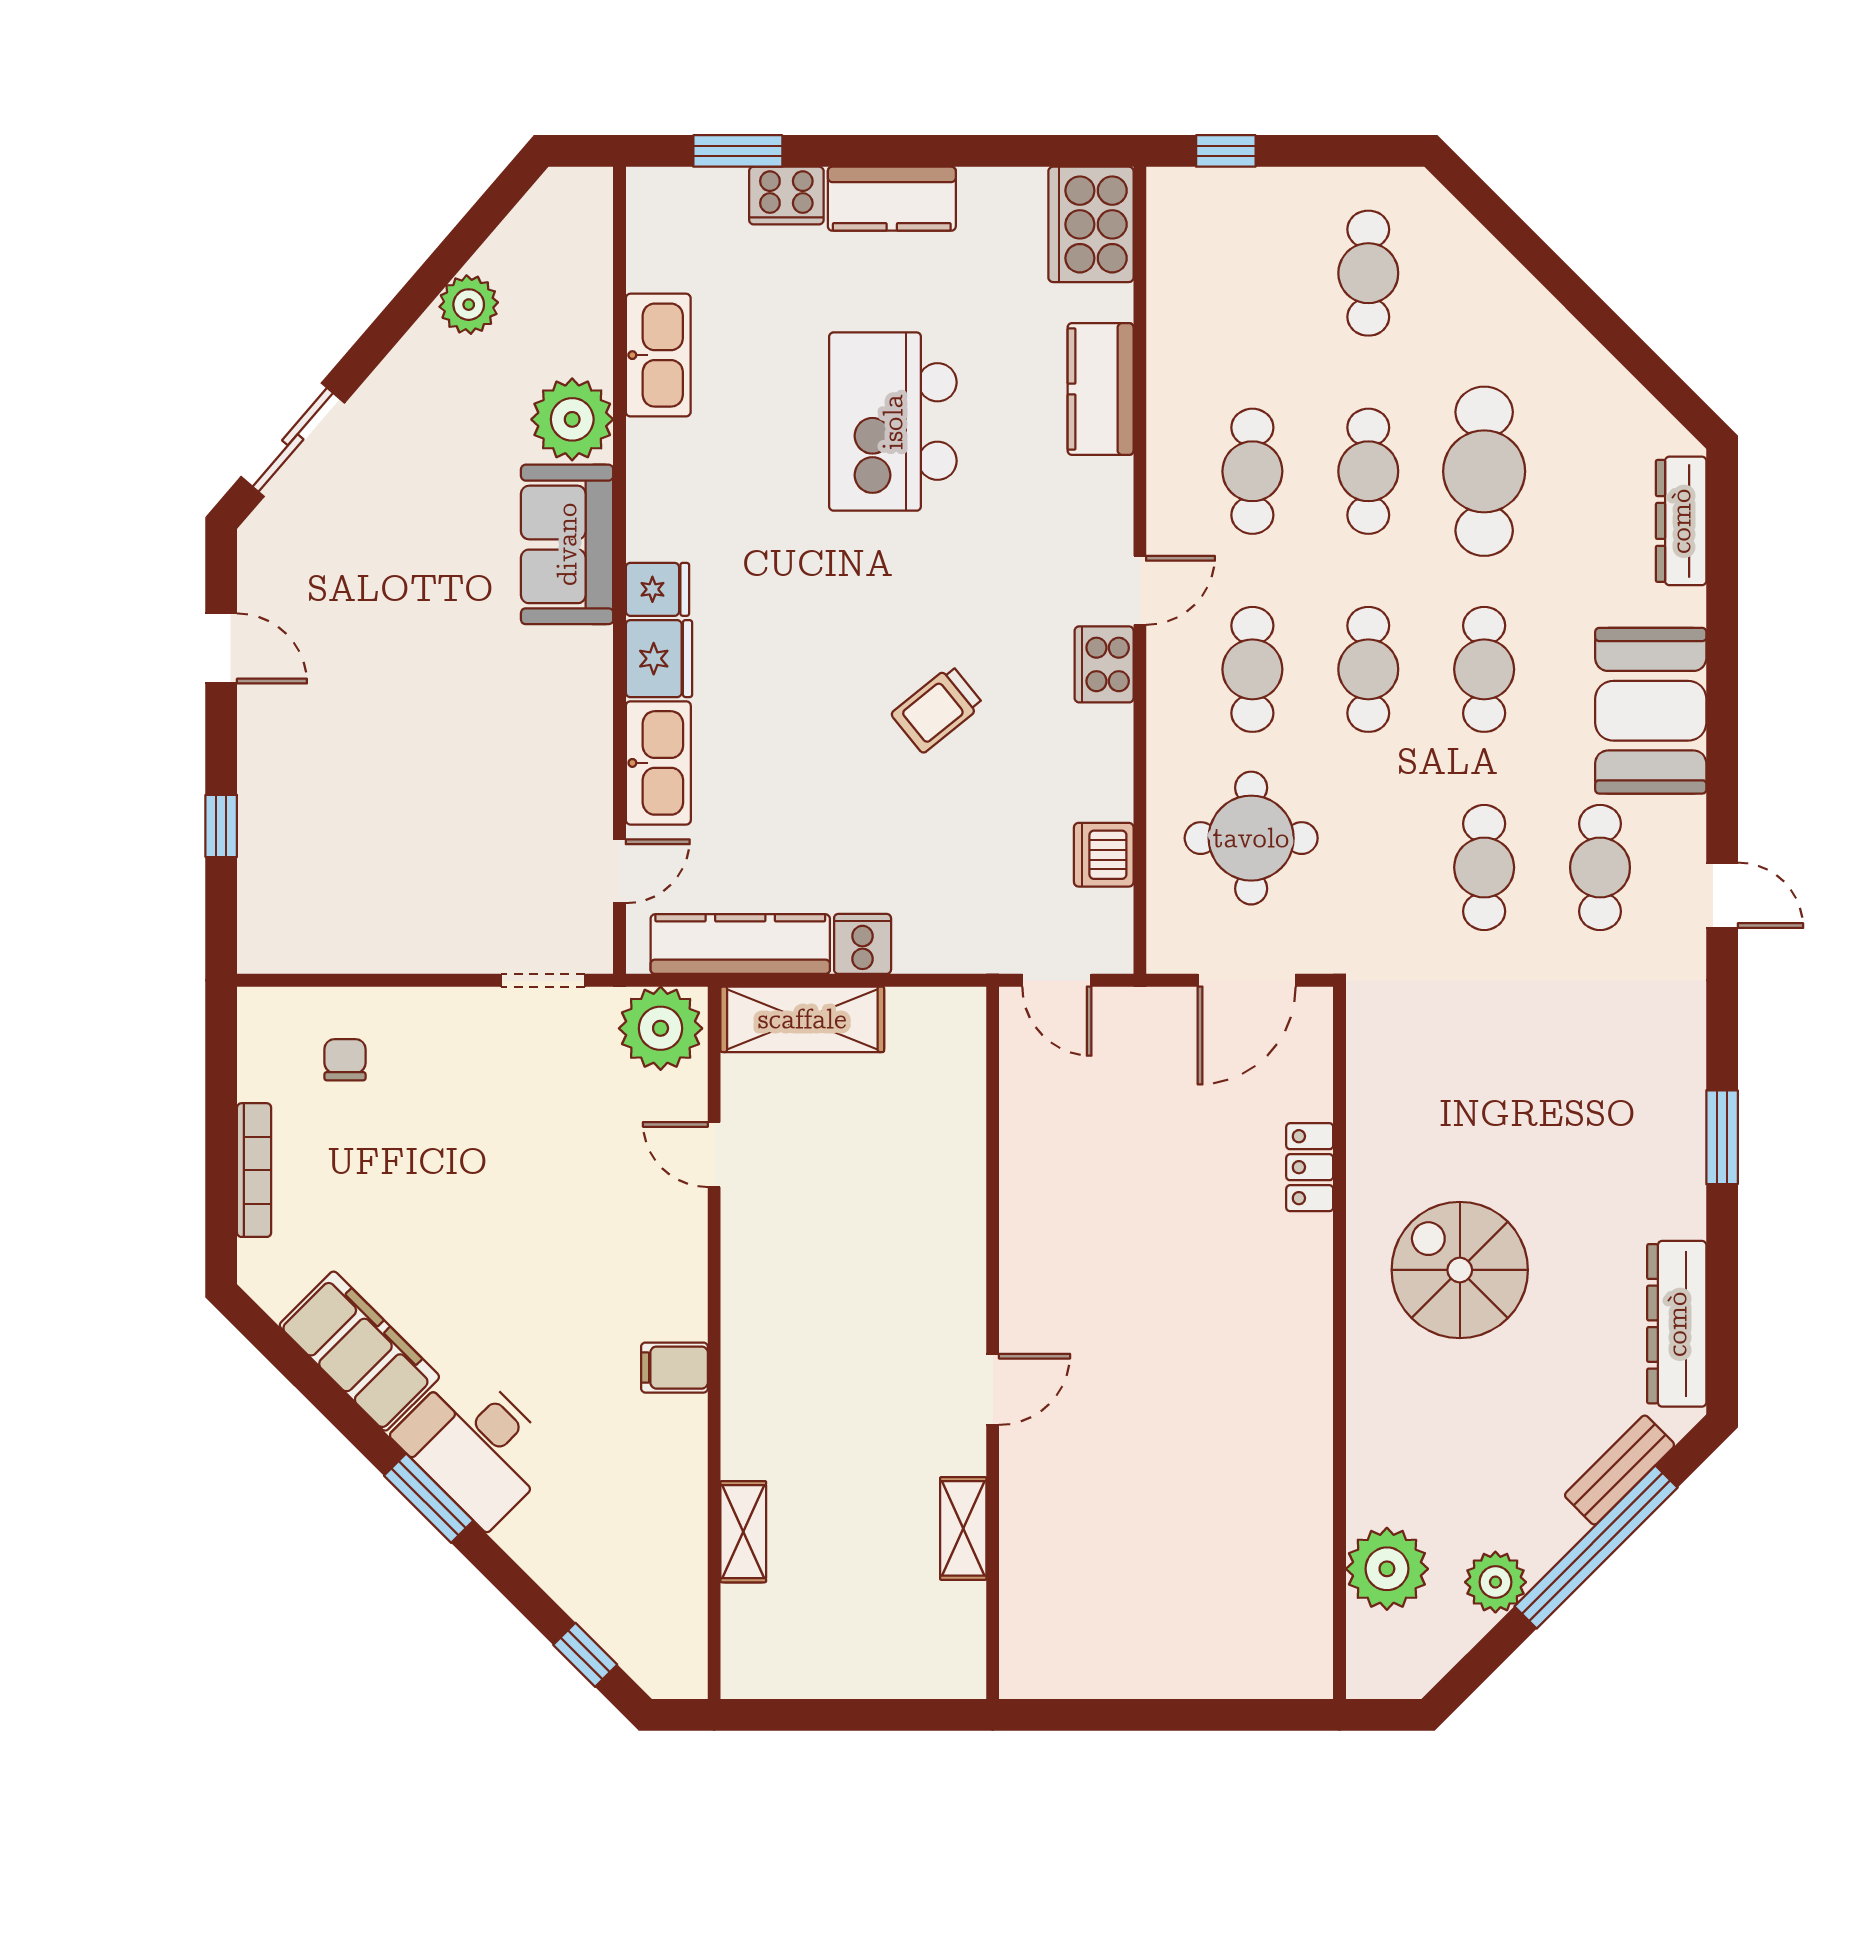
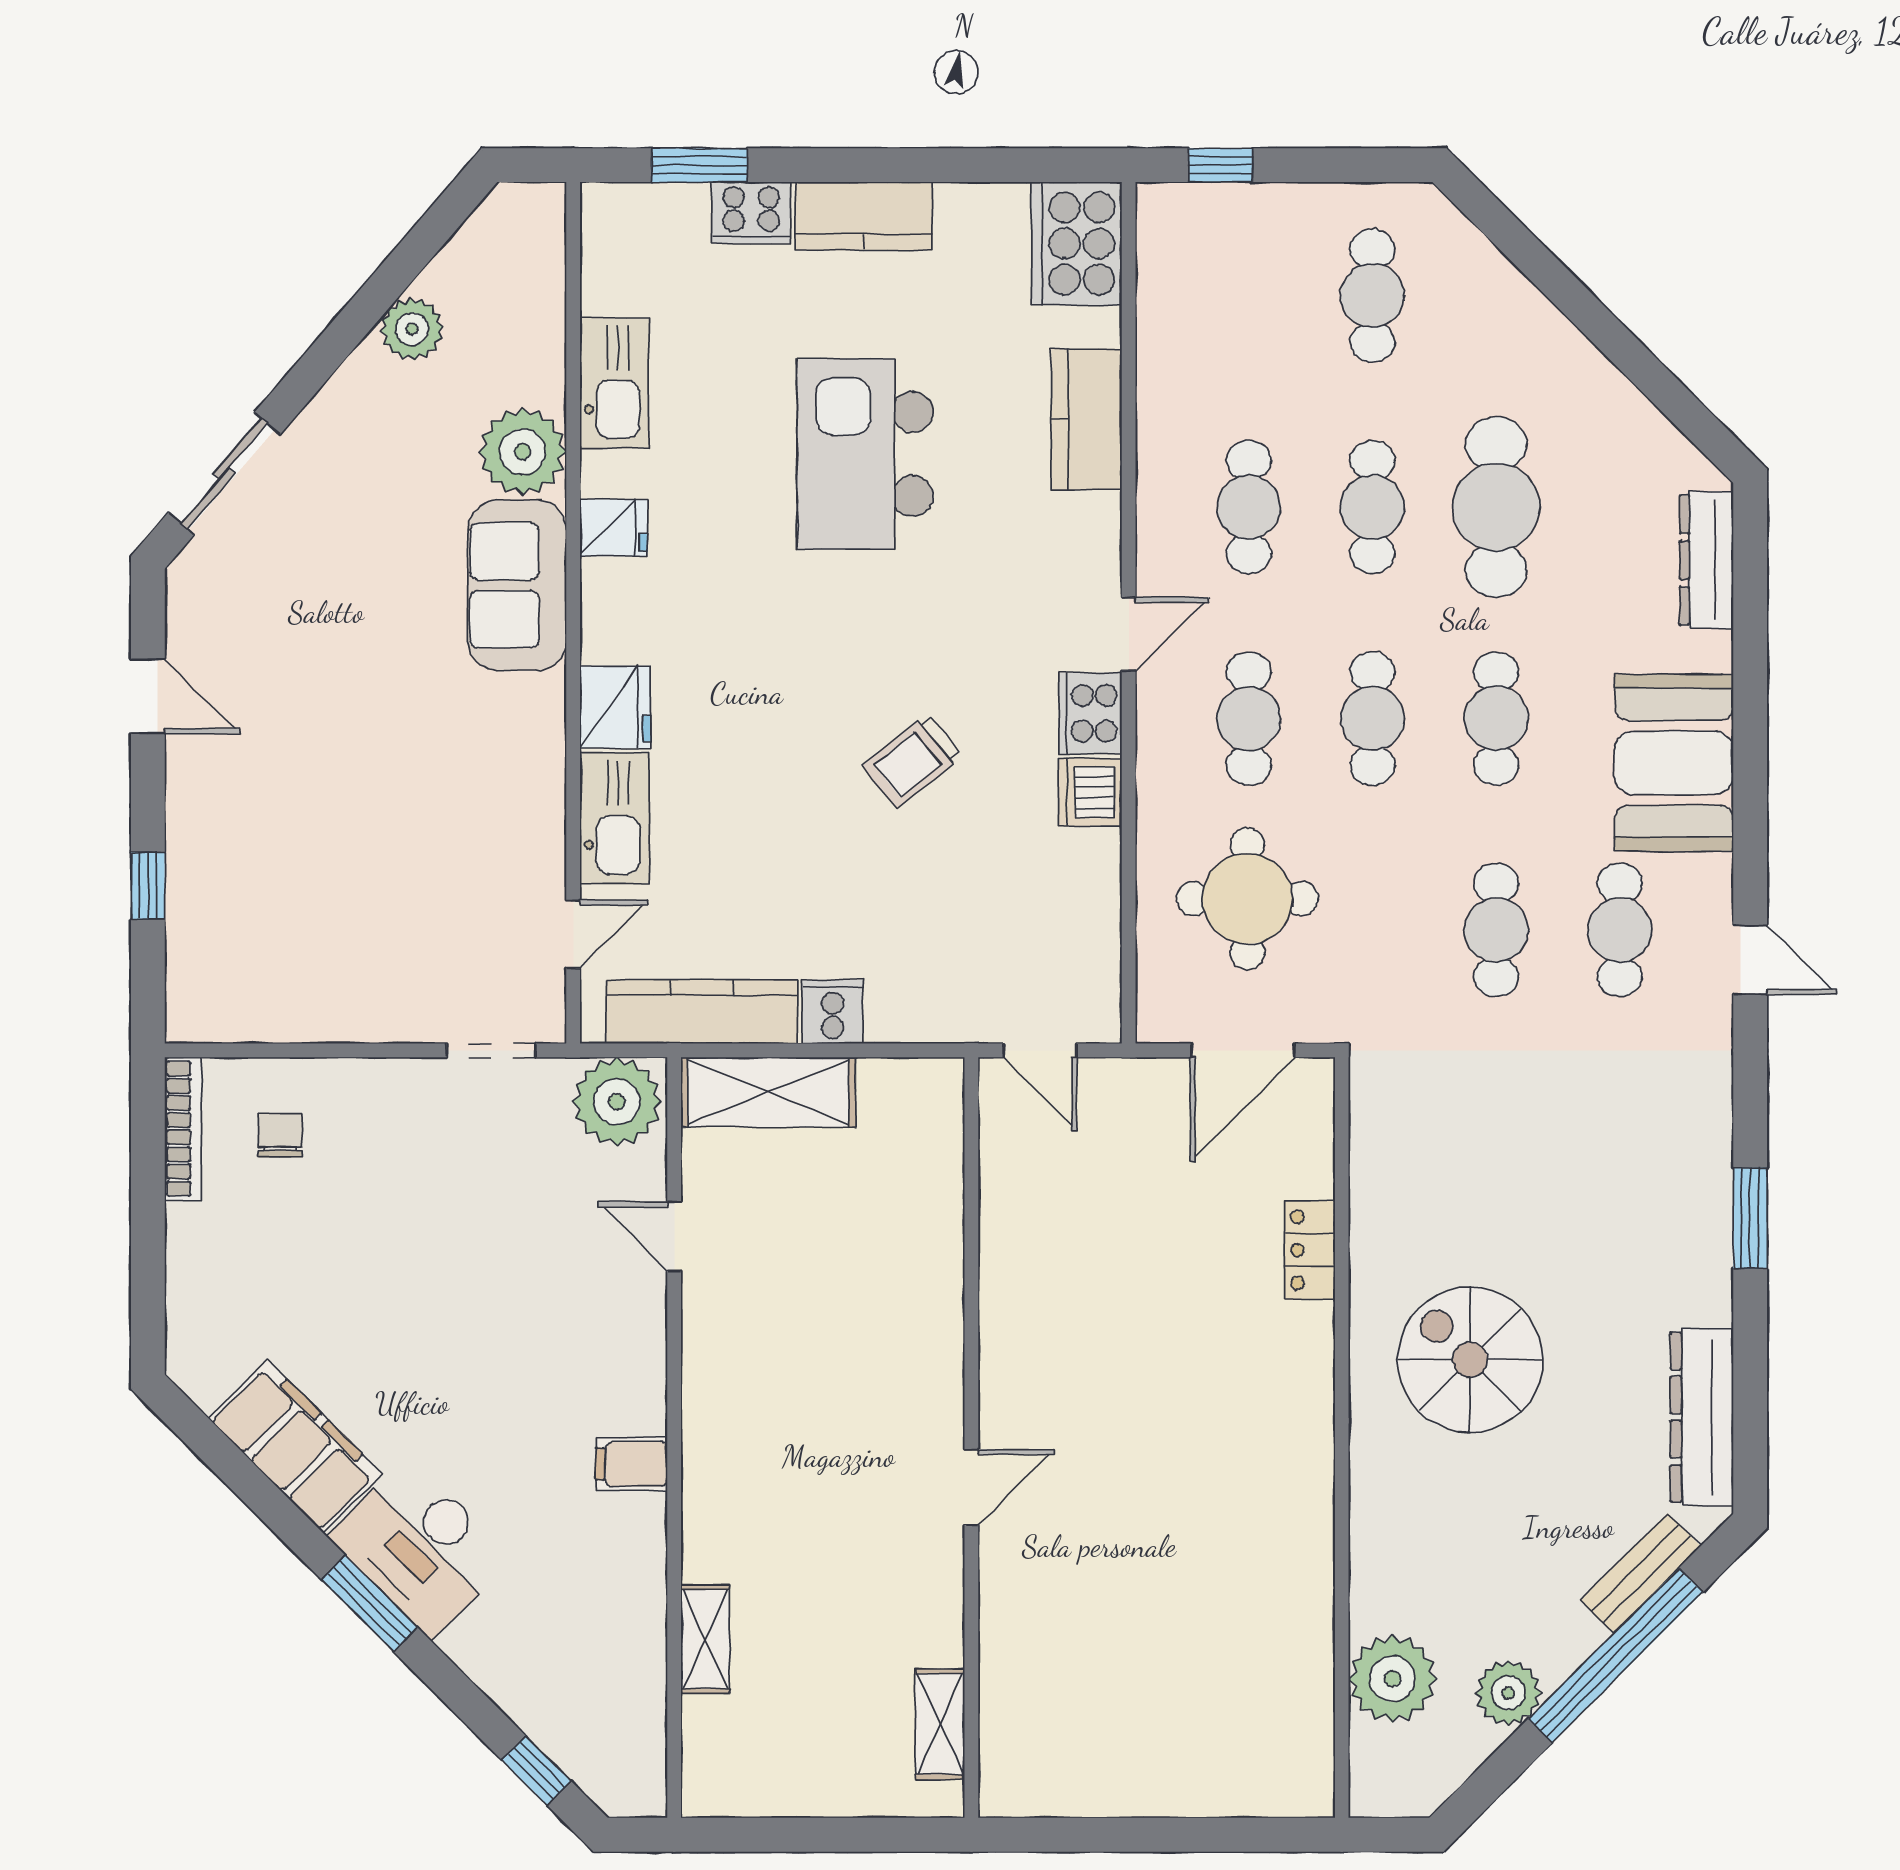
fridge: (658, 589) -> (614, 528), moved
dishwasher: (1104, 855) -> (1090, 792), moved
bookcase: (254, 1170) -> (183, 1129), moved
shelving: (963, 1528) -> (940, 1724), moved

